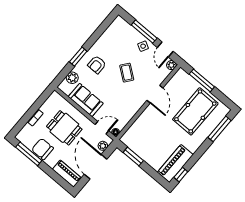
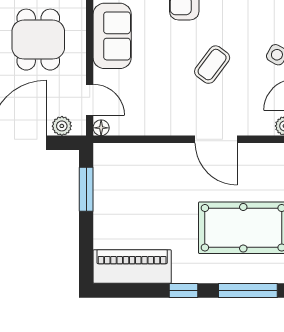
door: (155, 94) -> (216, 139), hinge flipped
window: (181, 175) -> (183, 290), moved

